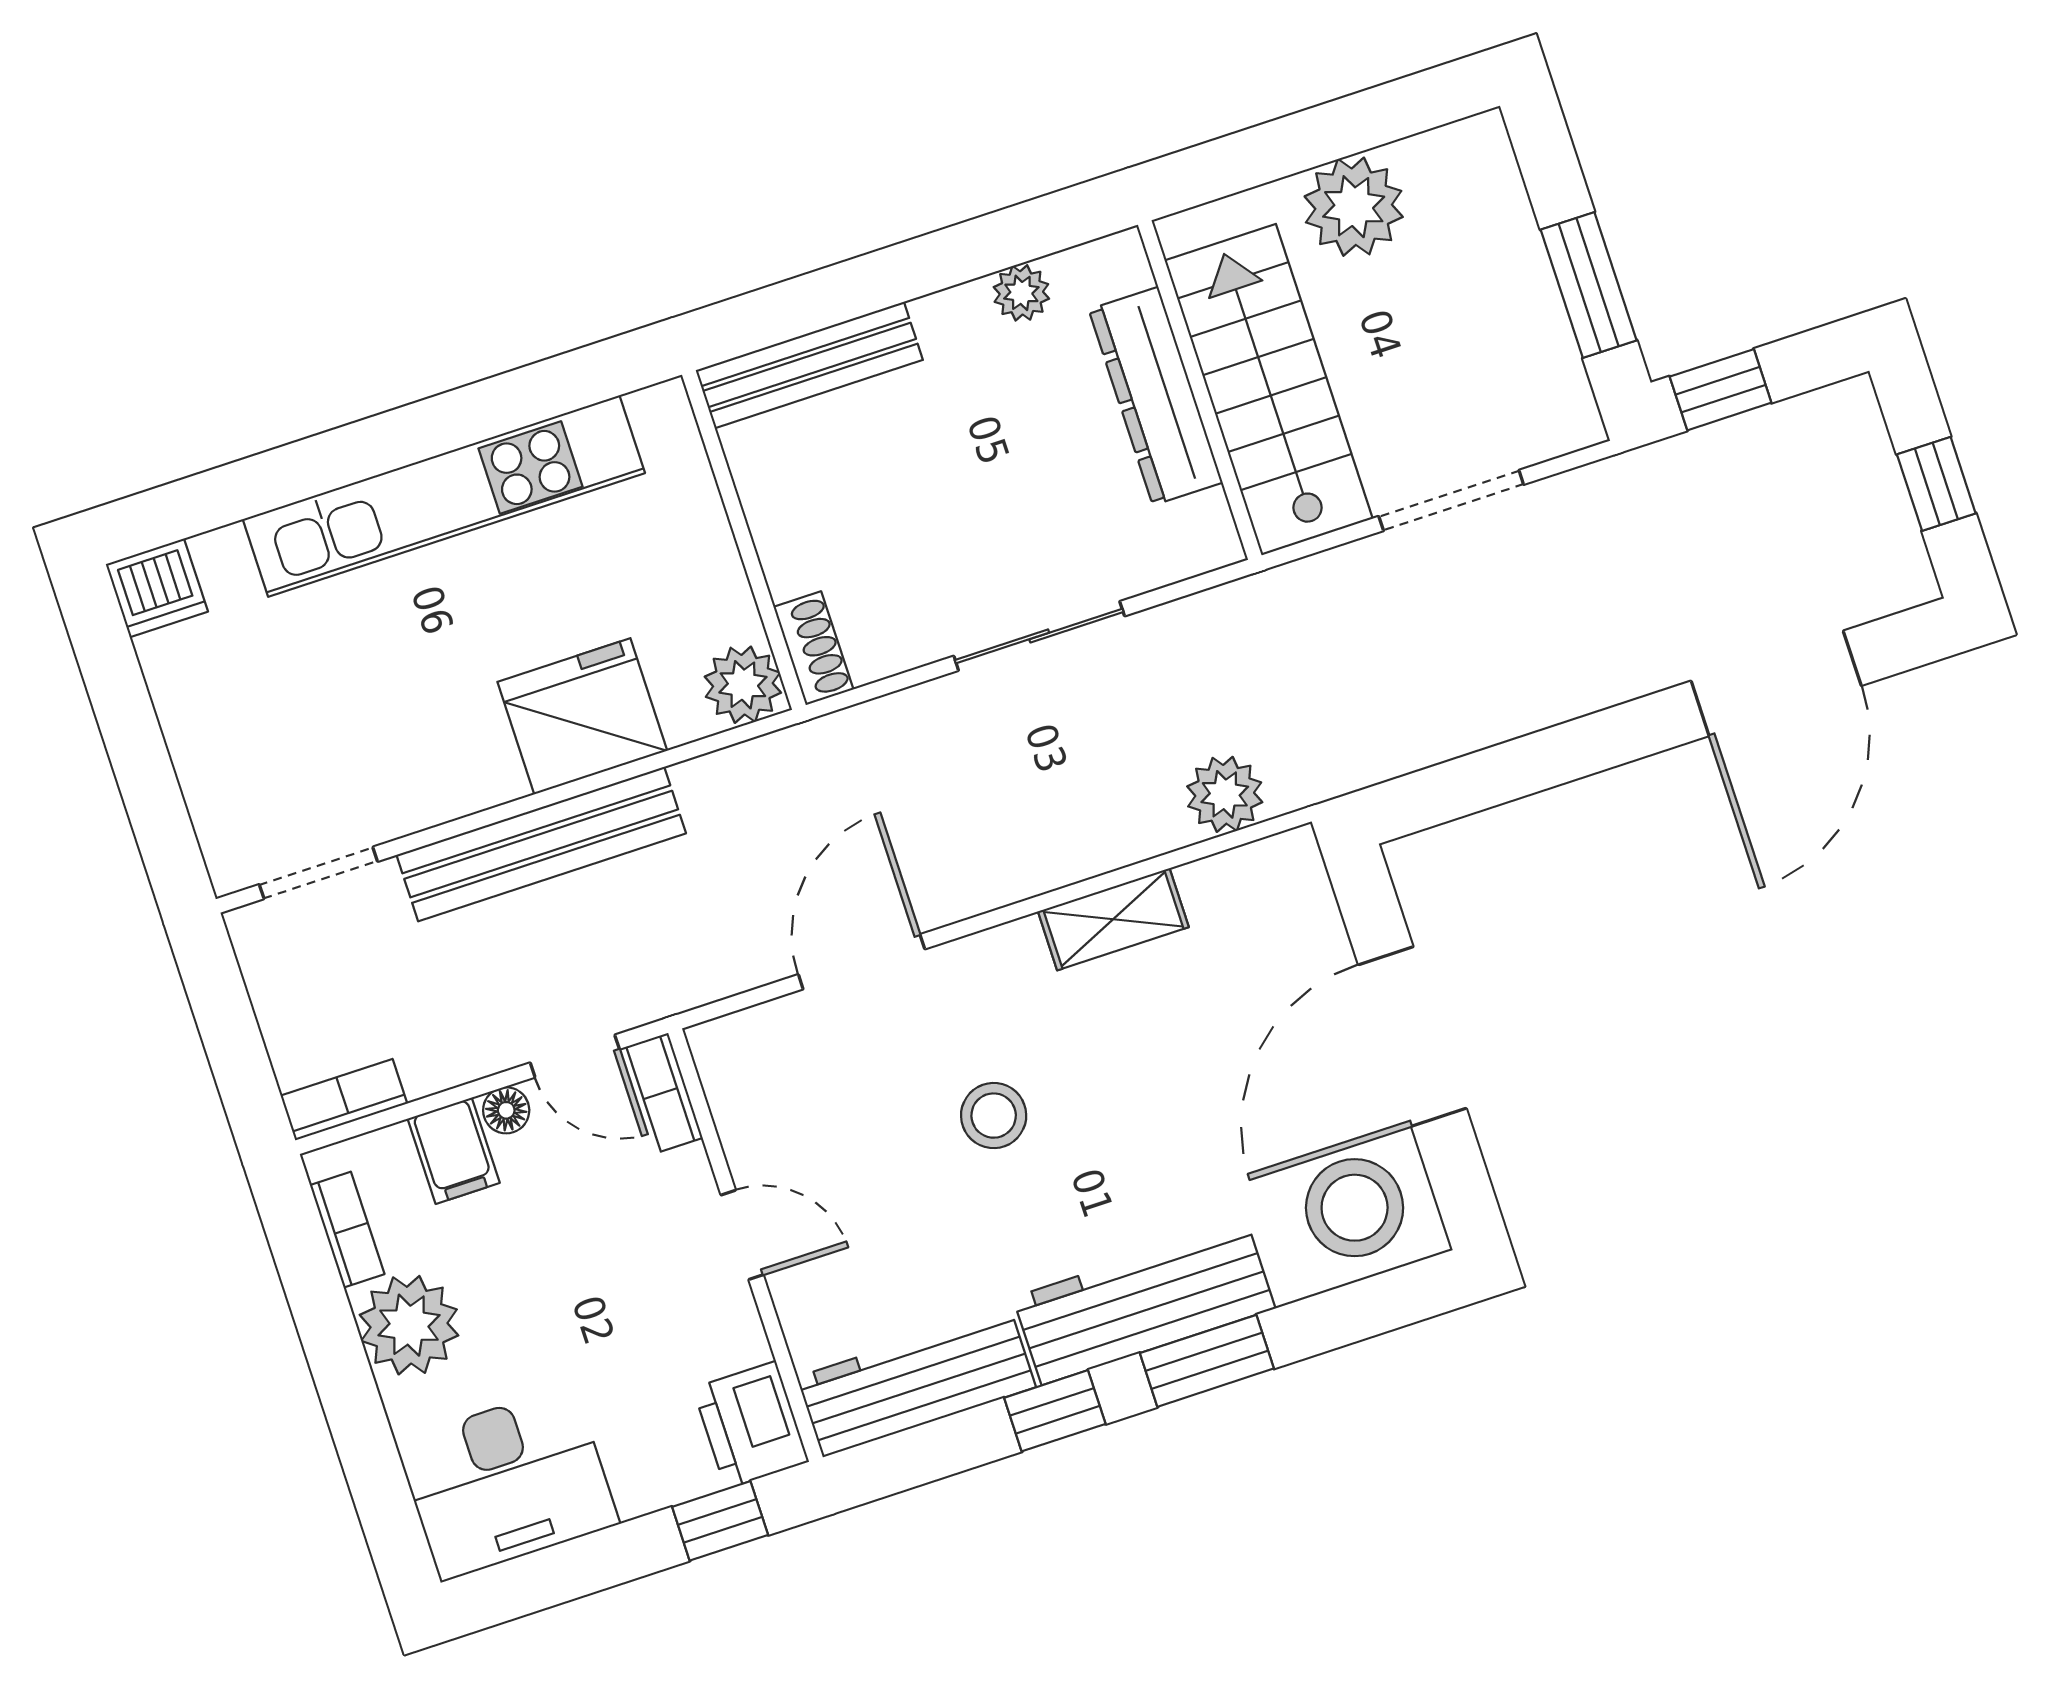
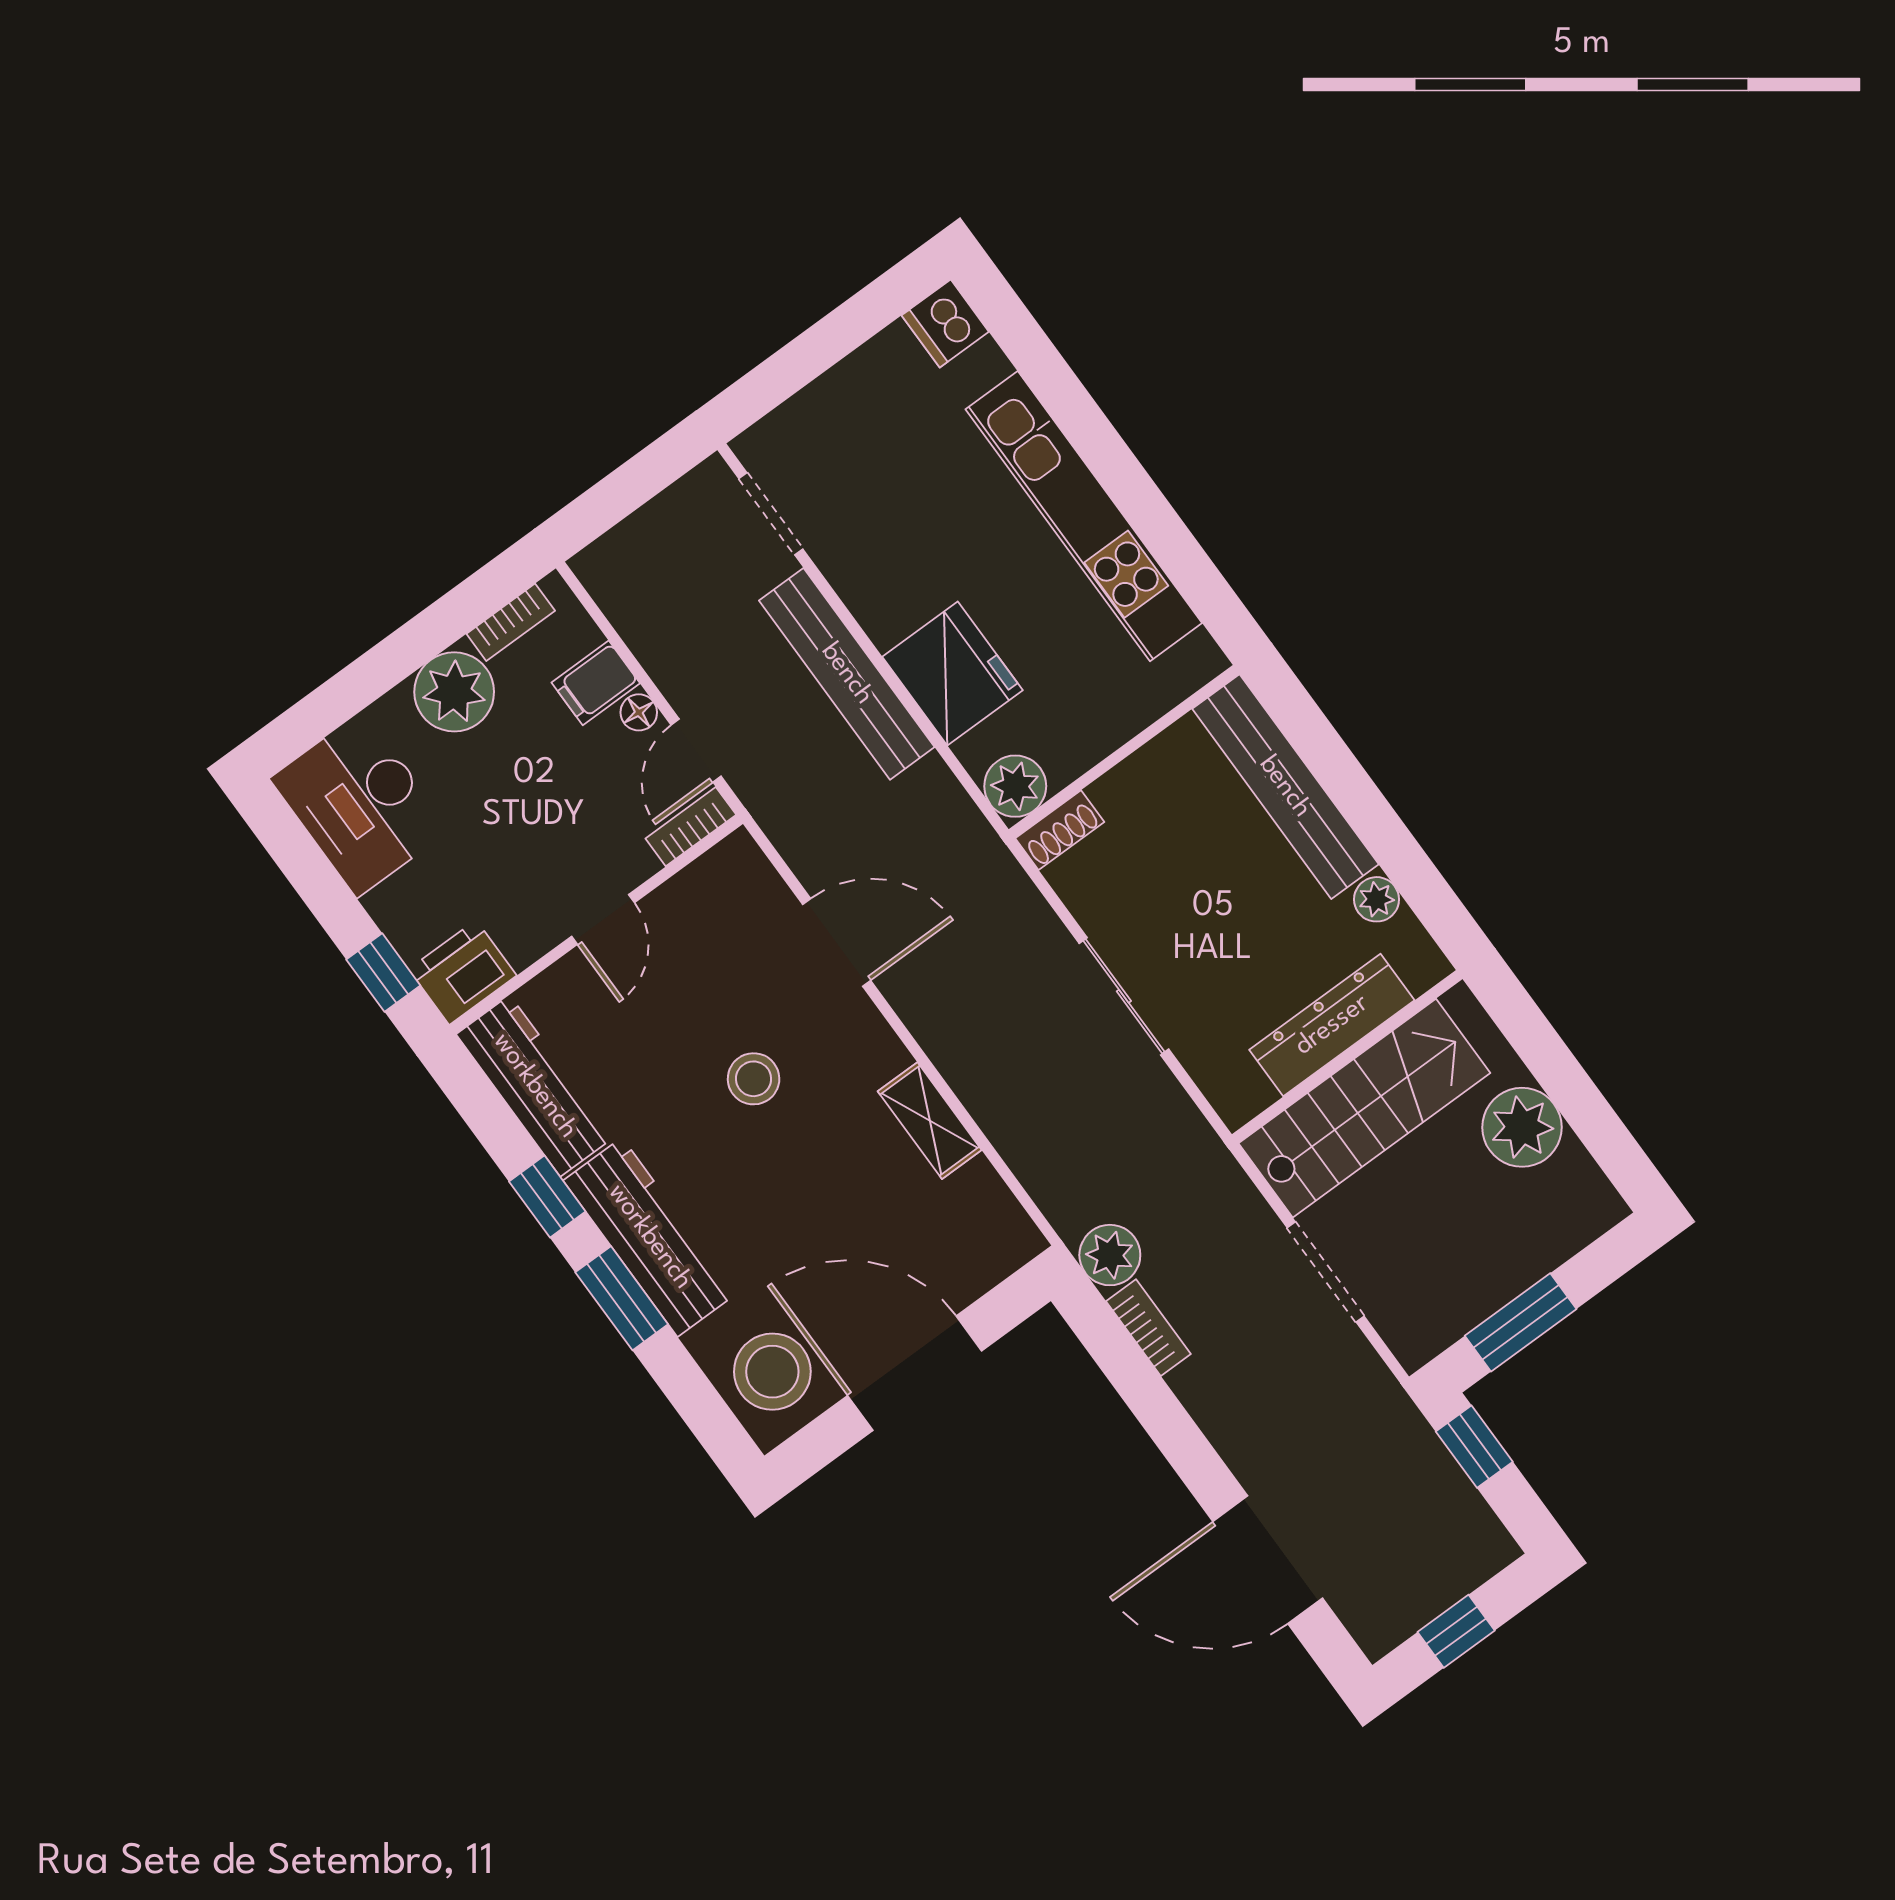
bench: (809, 365) -> (1285, 787), width x1.37, depth x1.21
plant: (1225, 794) -> (1110, 1255), moved
bookcase: (344, 1100) -> (1148, 1328), moved

